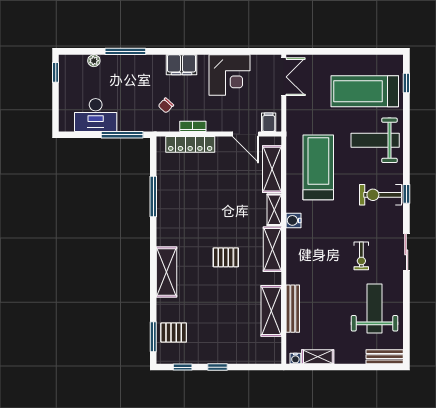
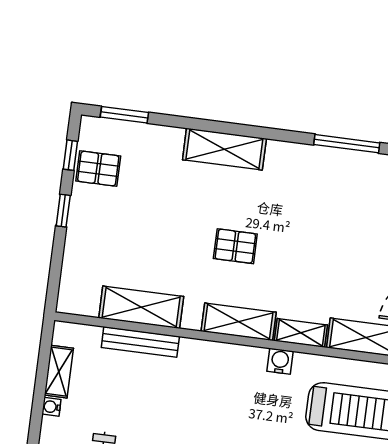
pallet: (226, 257) -> (235, 246), turned 90
pallet: (174, 333) -> (98, 169), moved, turned 90
water cooler: (295, 358) -> (51, 407), moved

